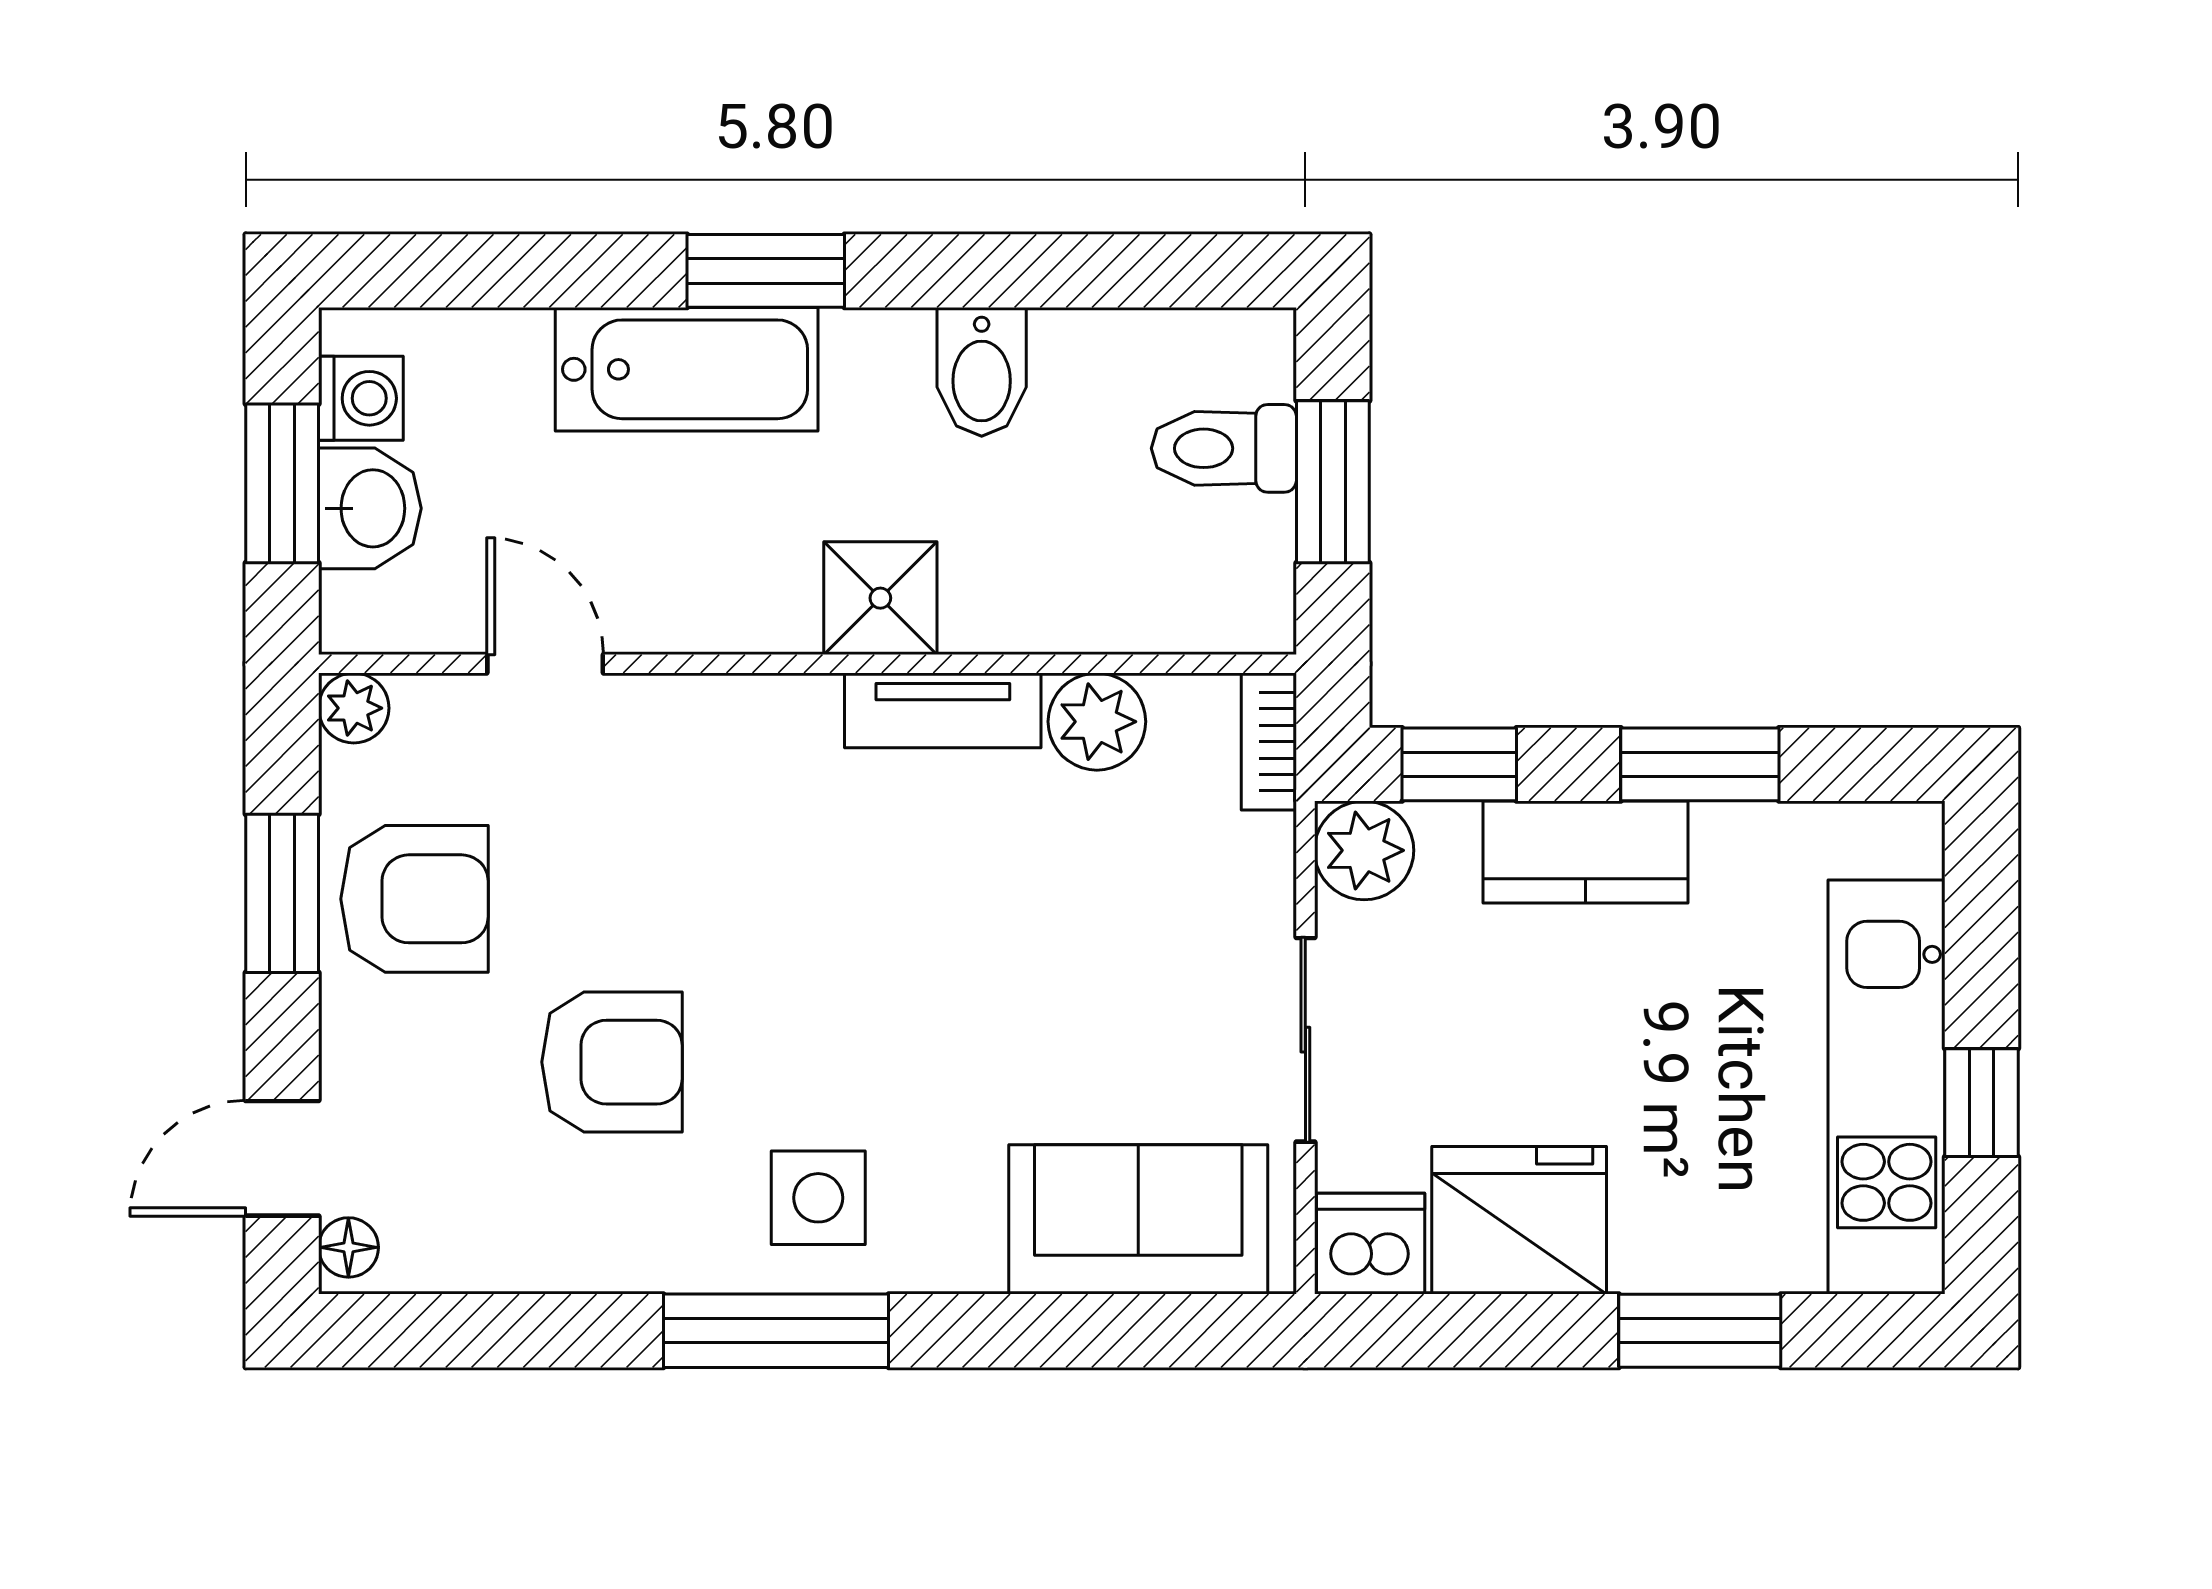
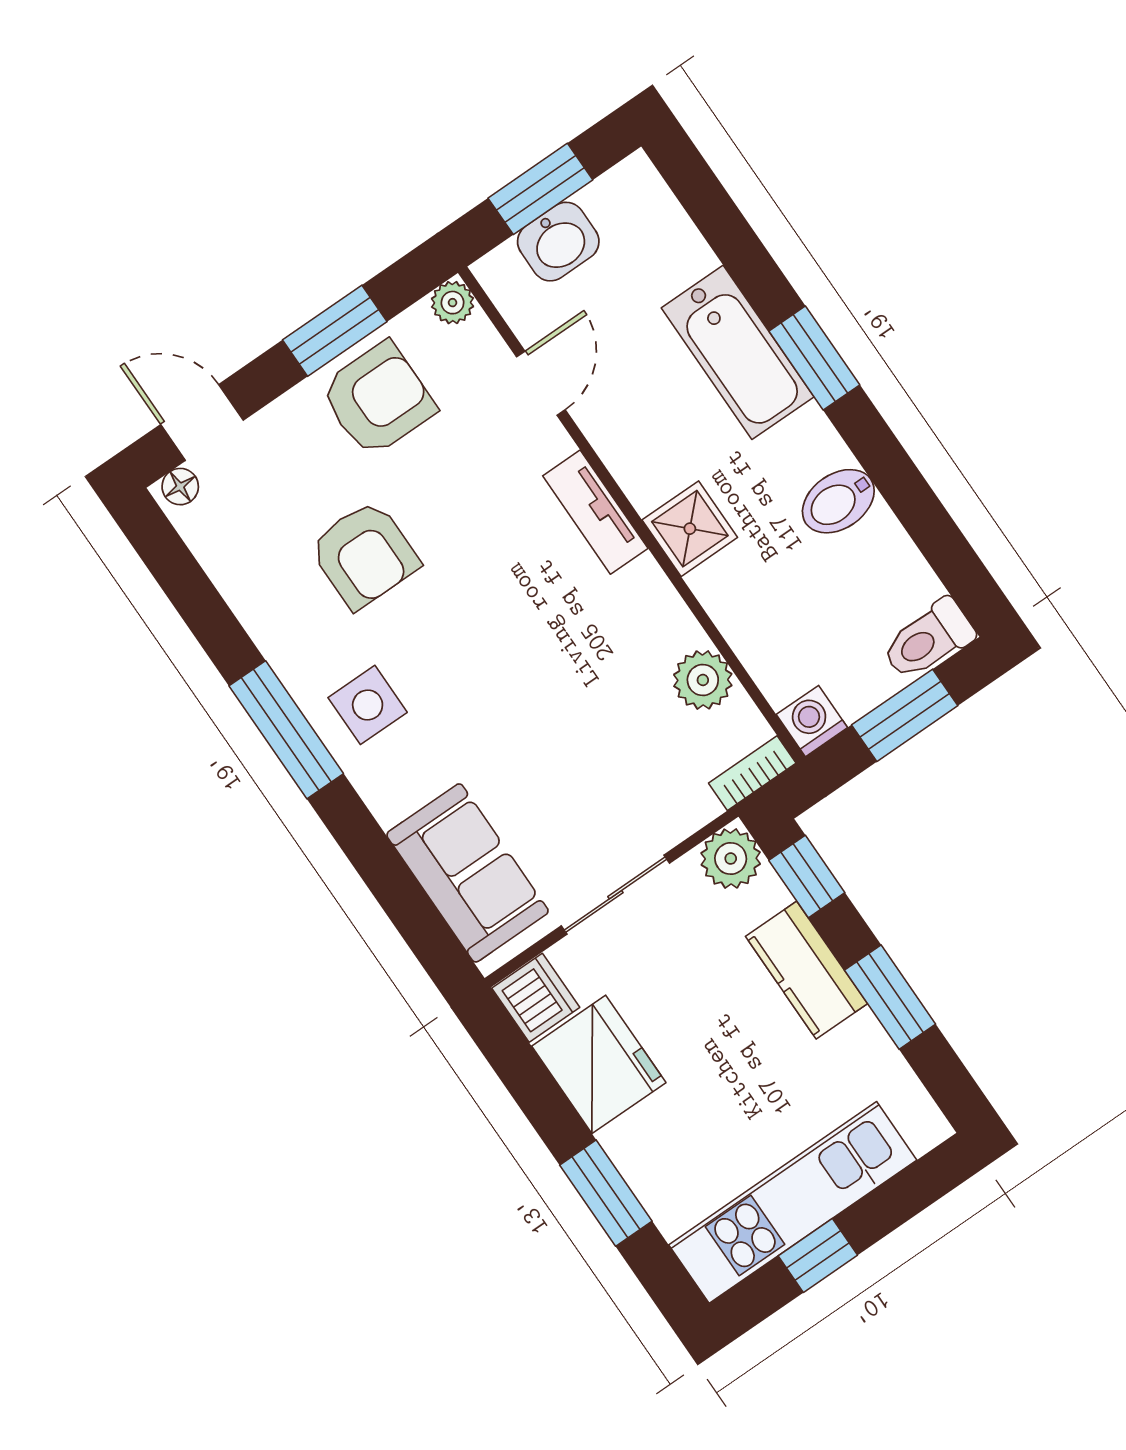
washing machine: (361, 398) -> (812, 721), moved, turned 180
toilet: (1224, 448) -> (928, 640), moved, turned -90
tv unit: (943, 710) -> (595, 512), moved
armchair: (414, 899) -> (378, 399), turned -90

